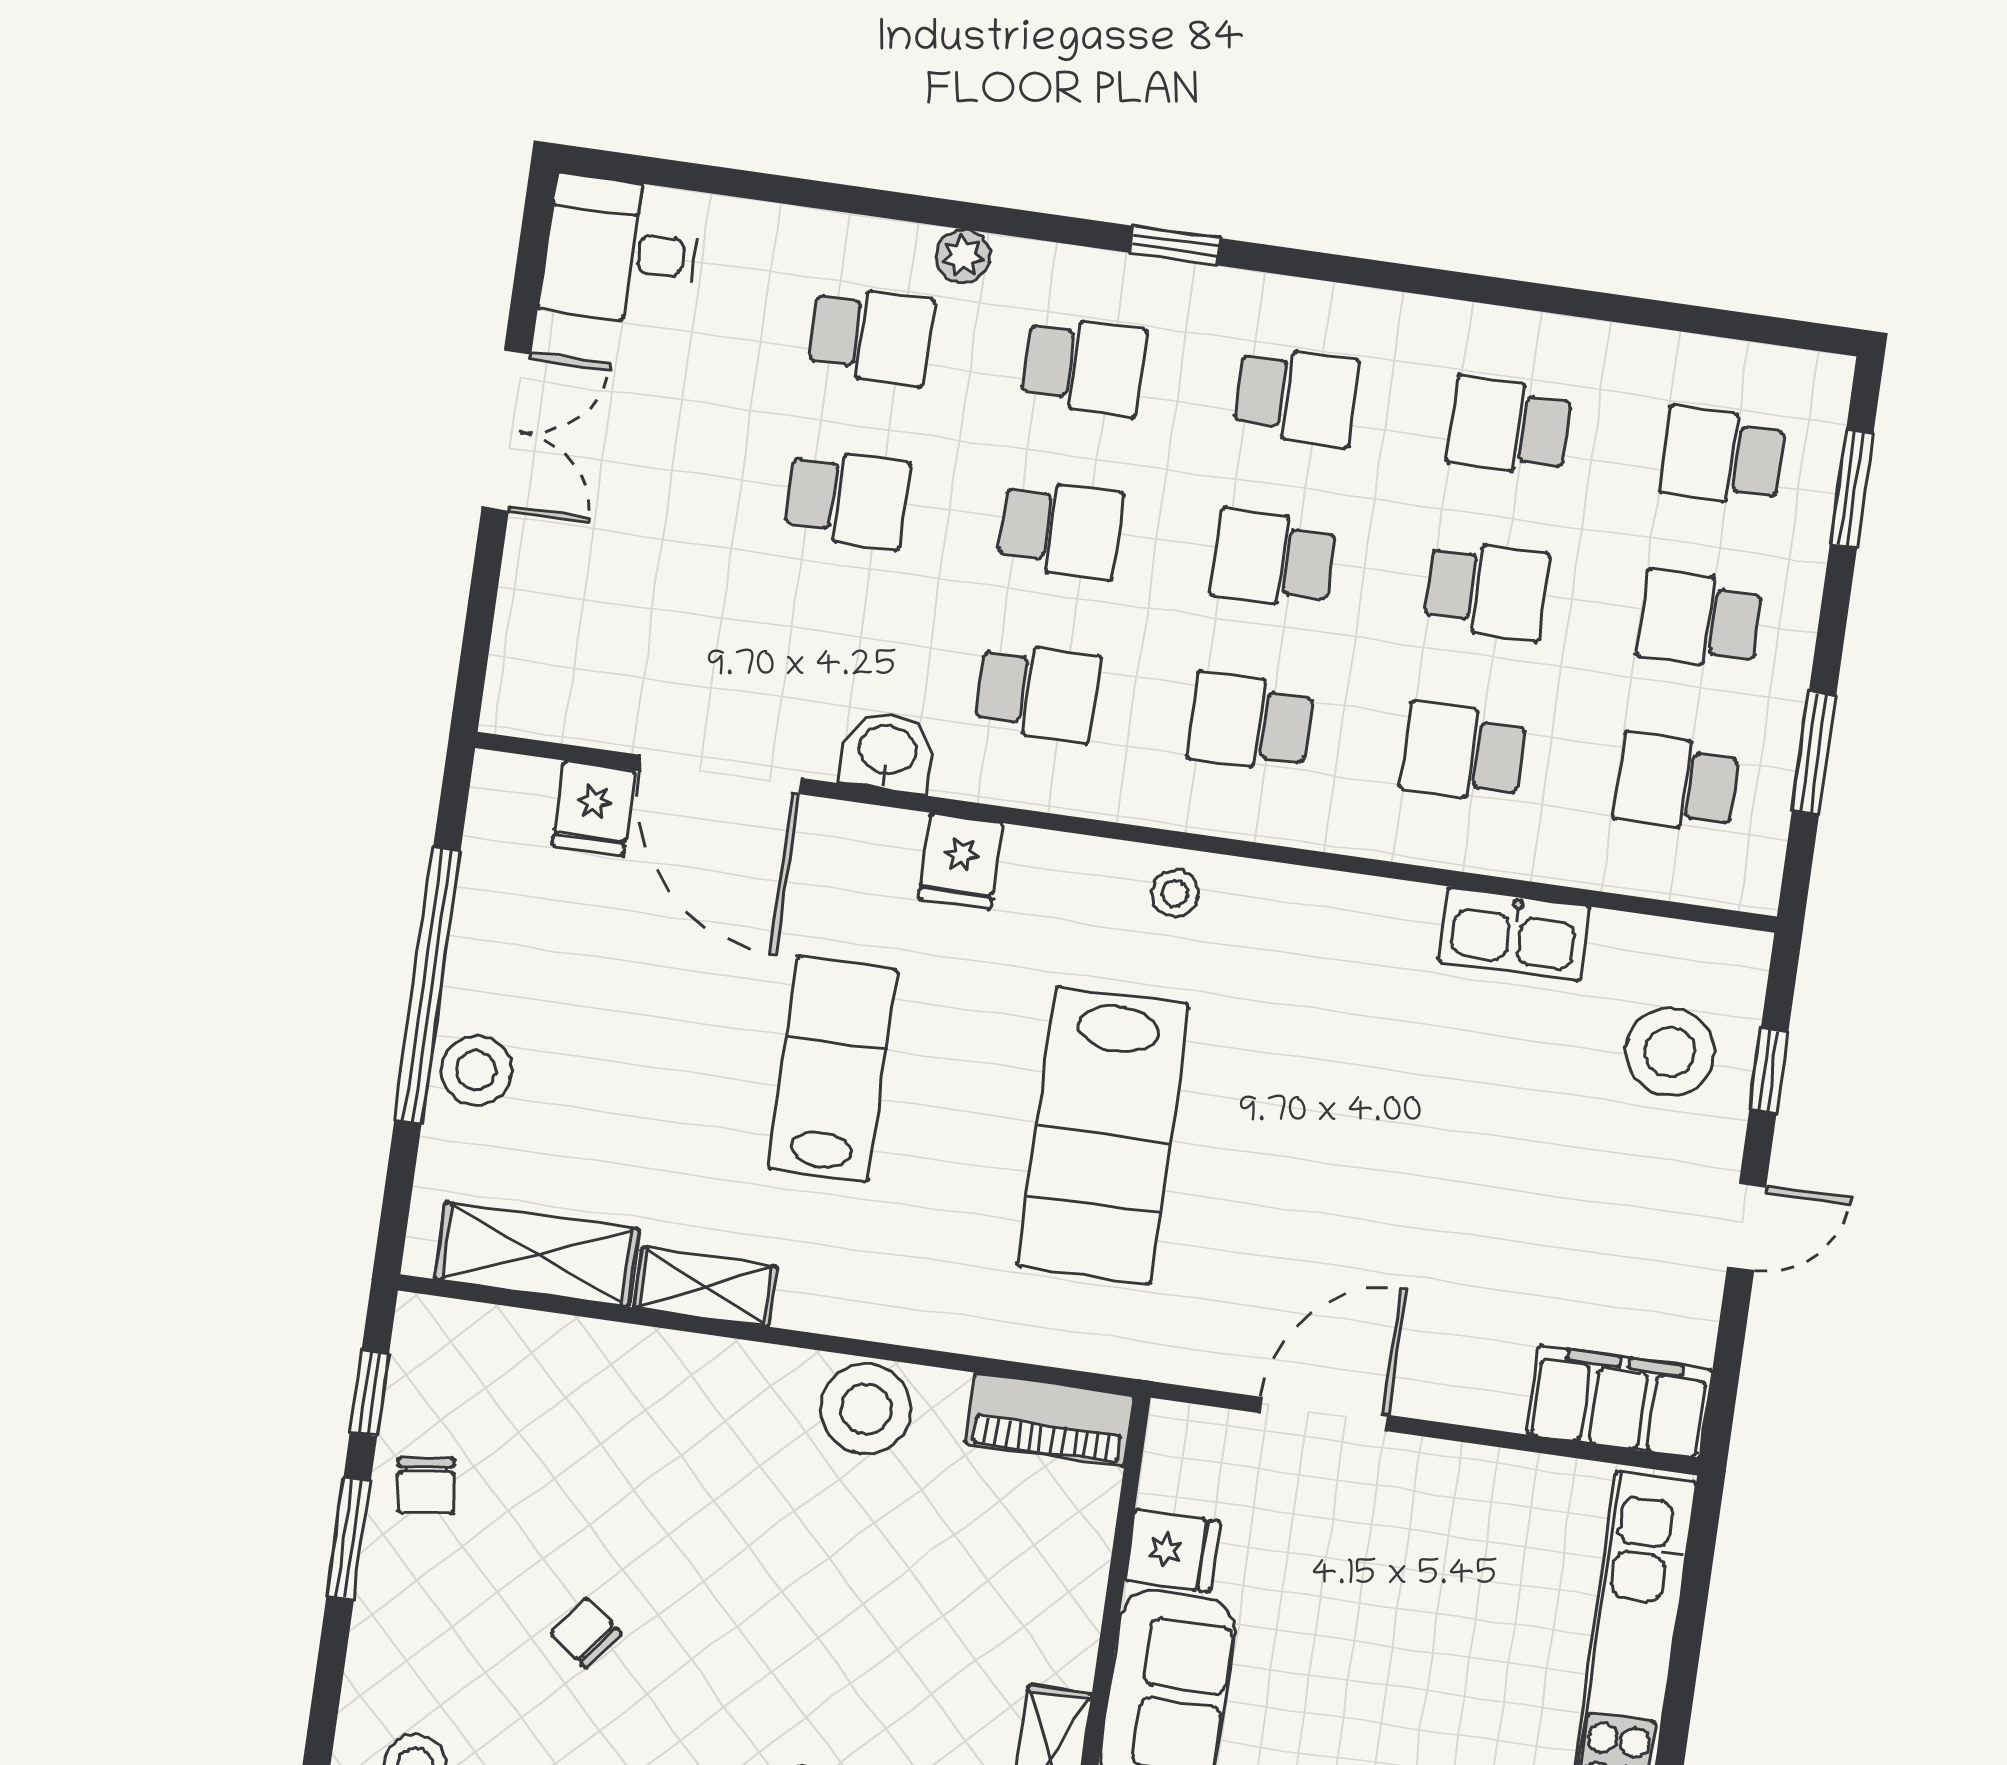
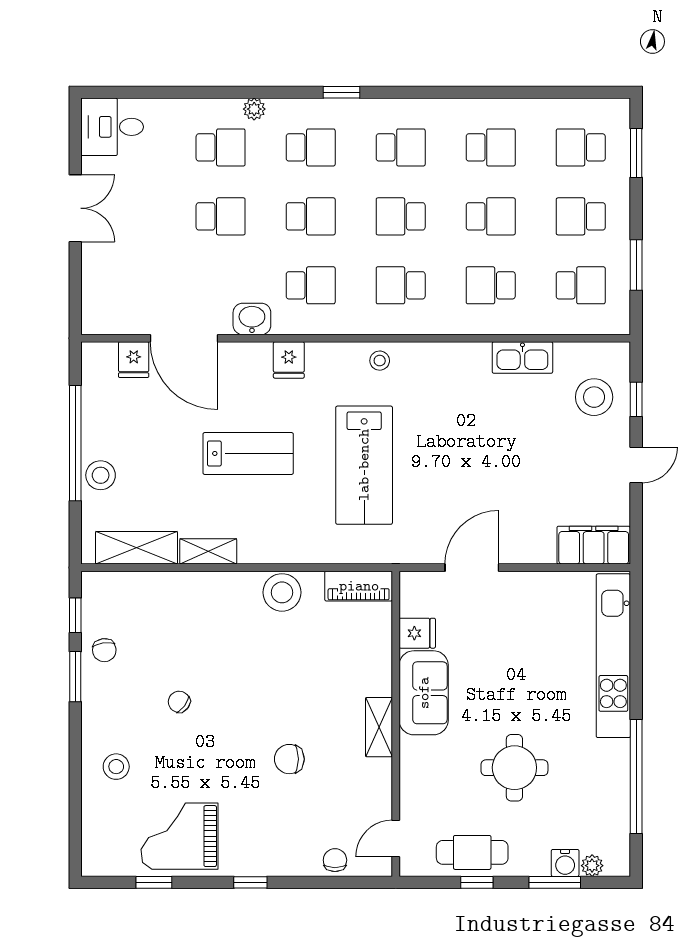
school desk: (1510, 426) -> (491, 147), turned 180
school desk: (1676, 783) -> (581, 285), turned 180
lab bench: (833, 1069) -> (248, 453), turned 90

